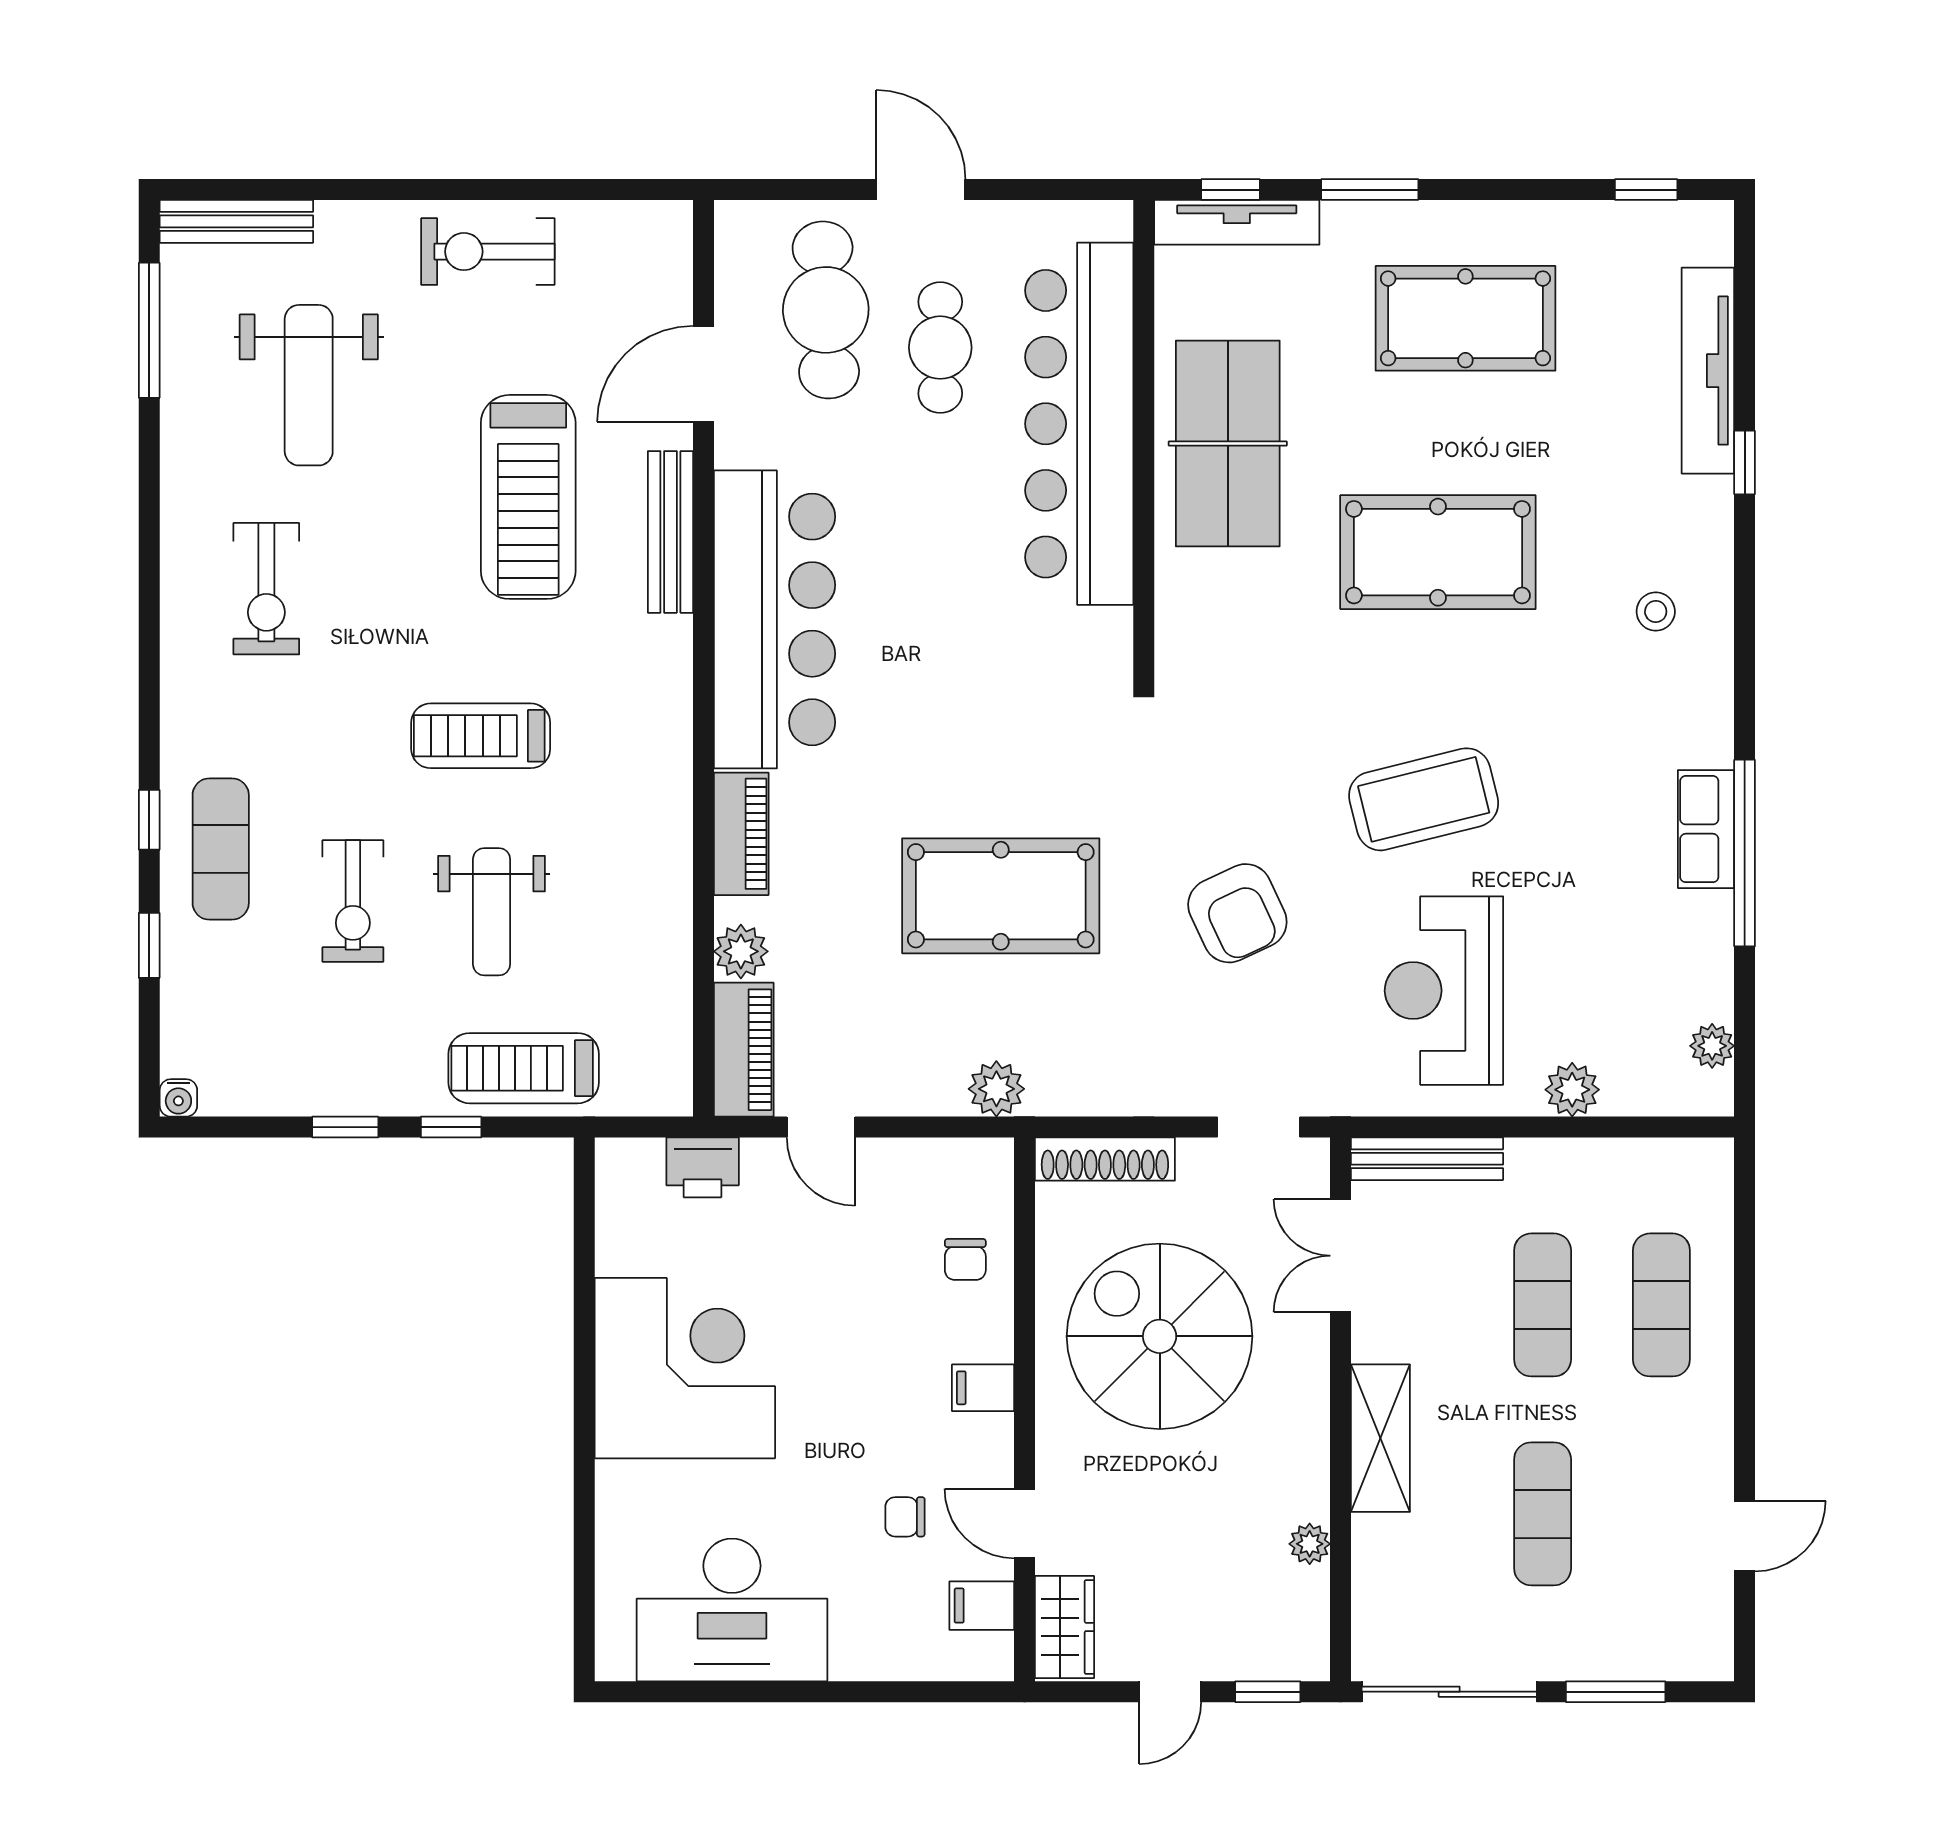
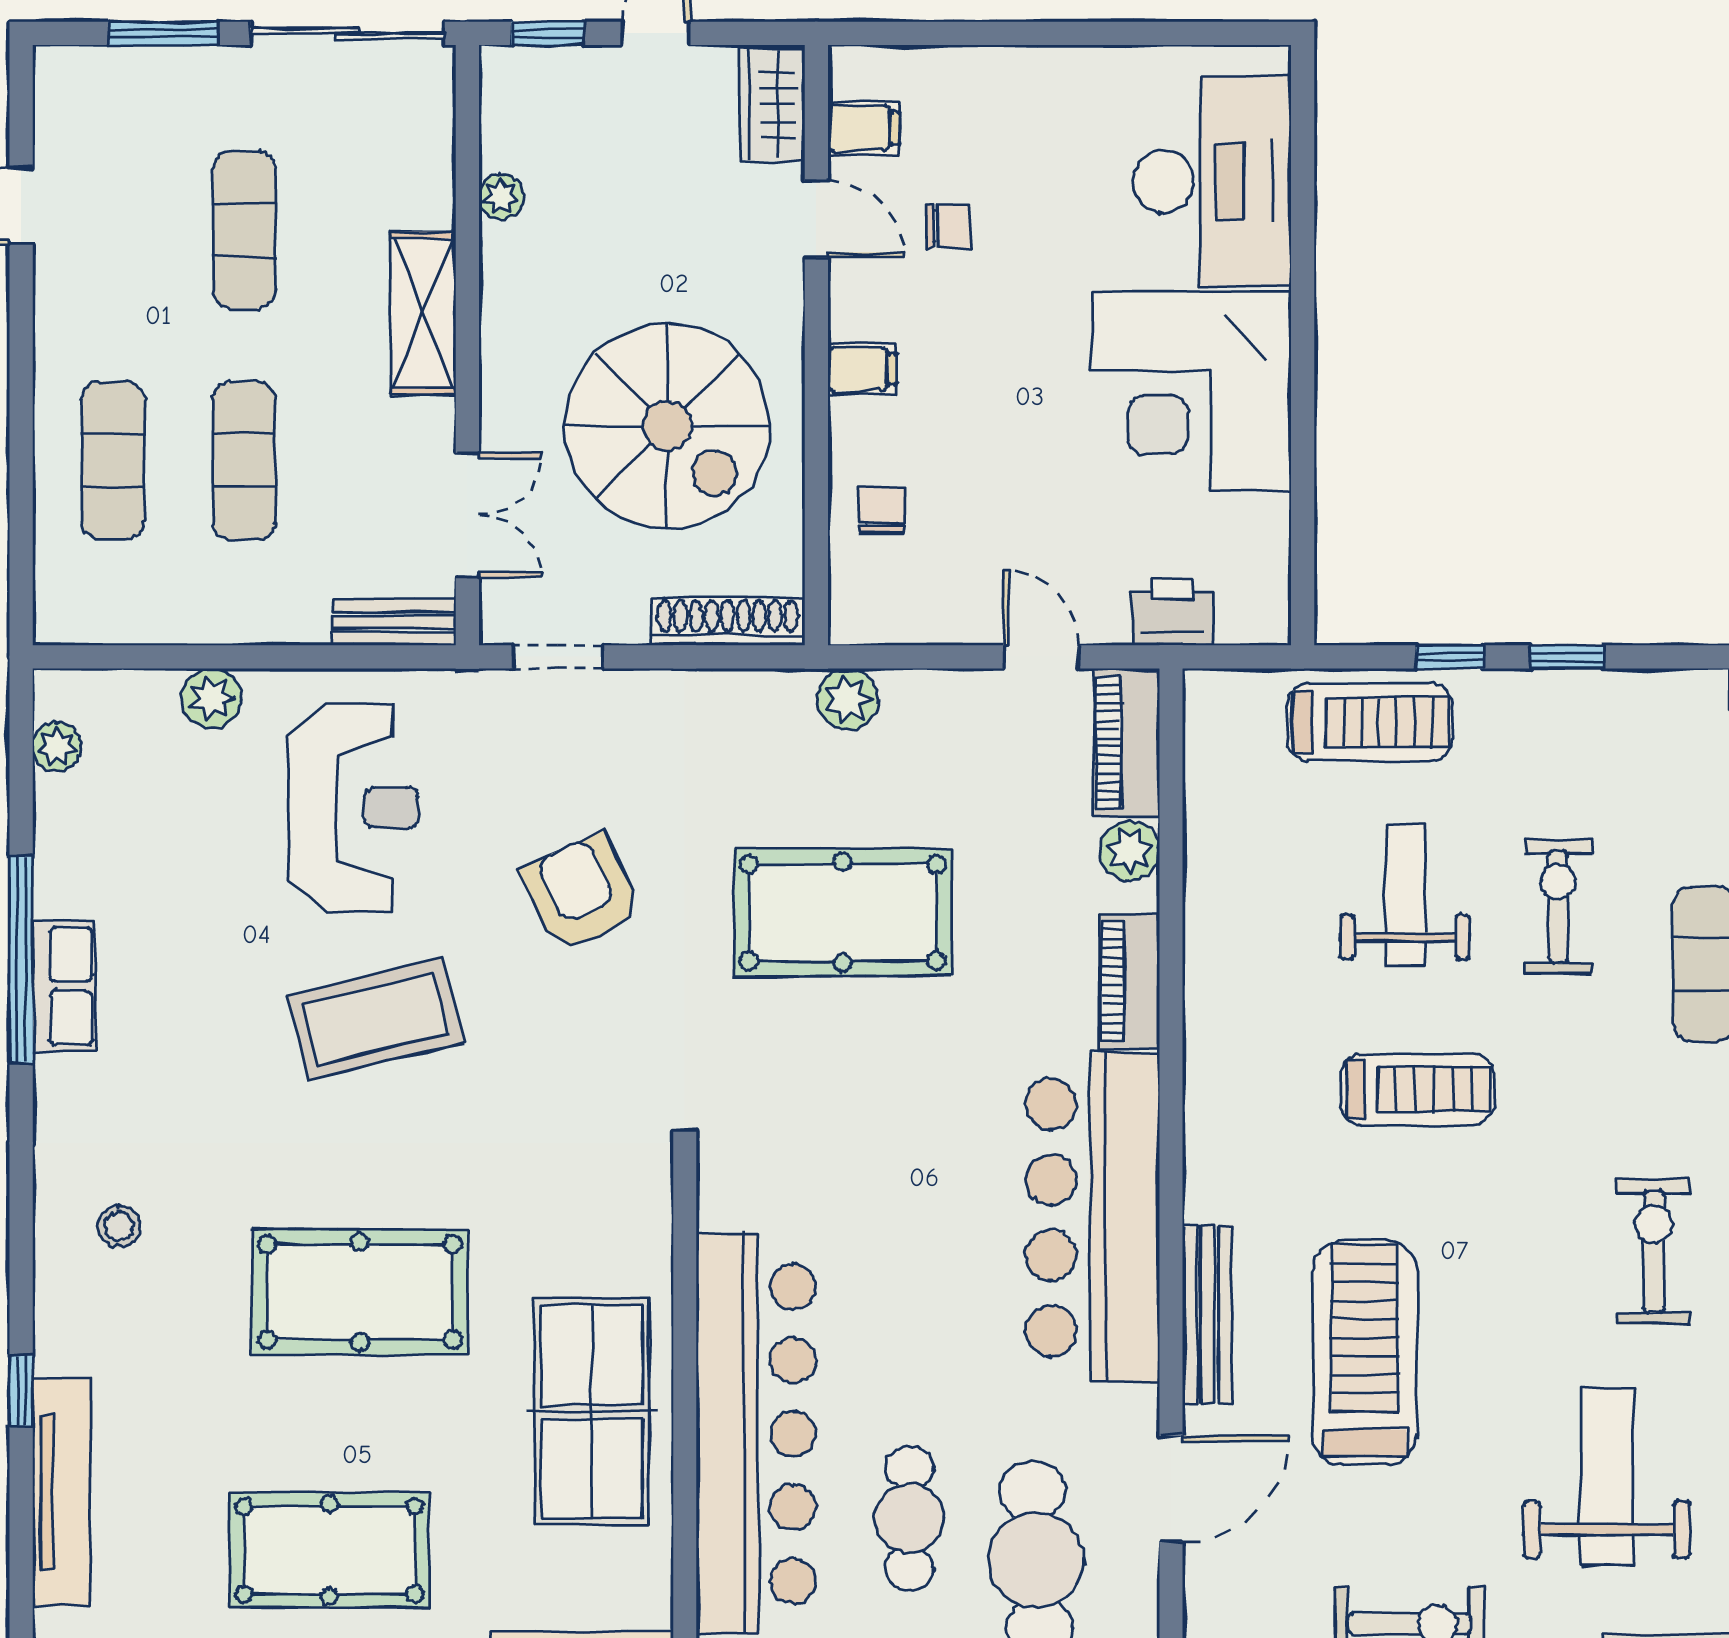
bench: (1427, 1159) -> (394, 622), width x0.73
desk: (732, 1610) -> (1212, 181), moved, turned 90

